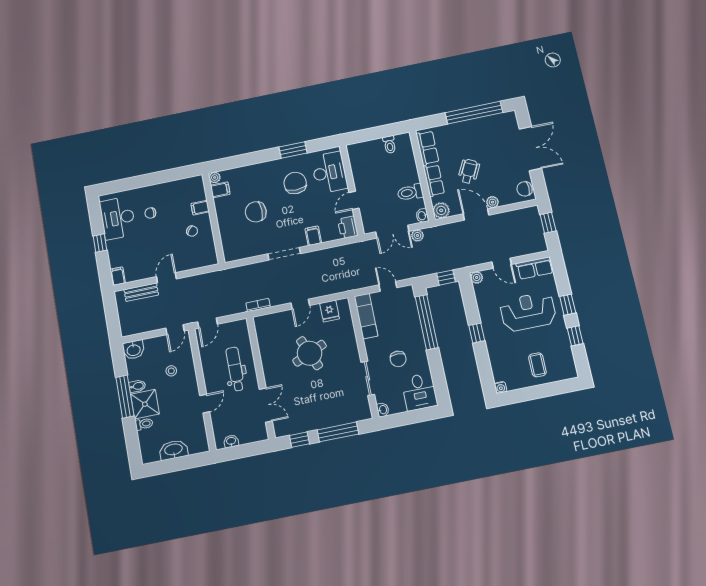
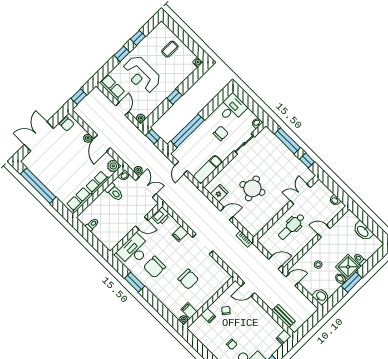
wheelchair: (469, 171) -> (78, 165), removed
door: (166, 278) -> (248, 290), moved
window: (125, 397) -> (352, 282), width x0.69

